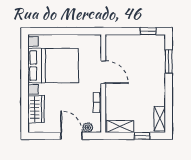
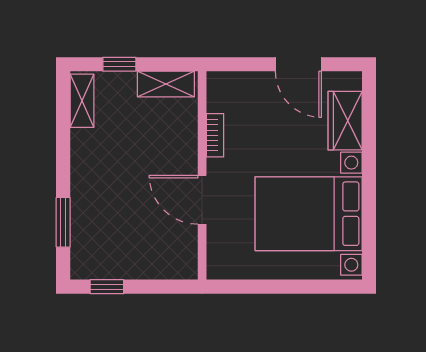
plant: (88, 128) -> (235, 82), removed
door: (71, 136) -> (298, 64), moved

